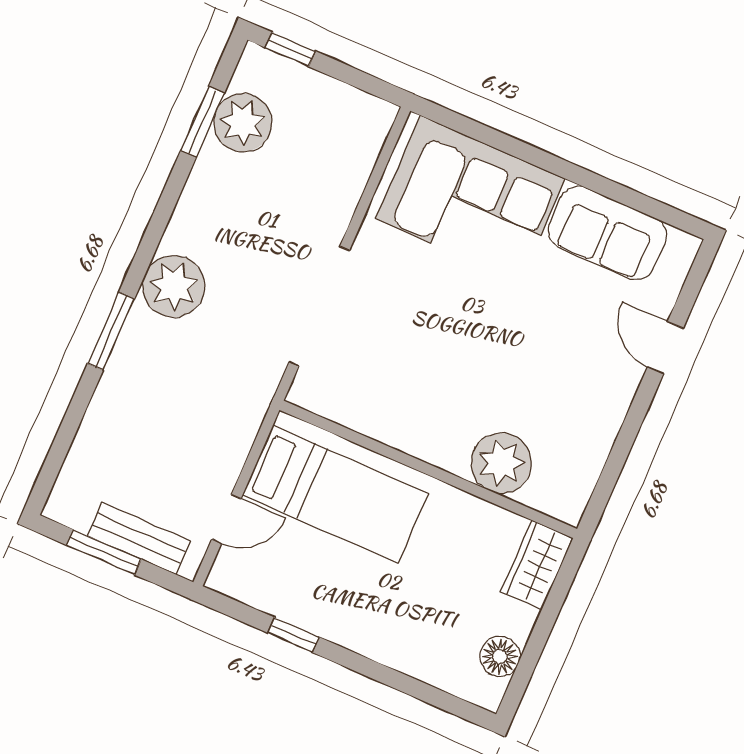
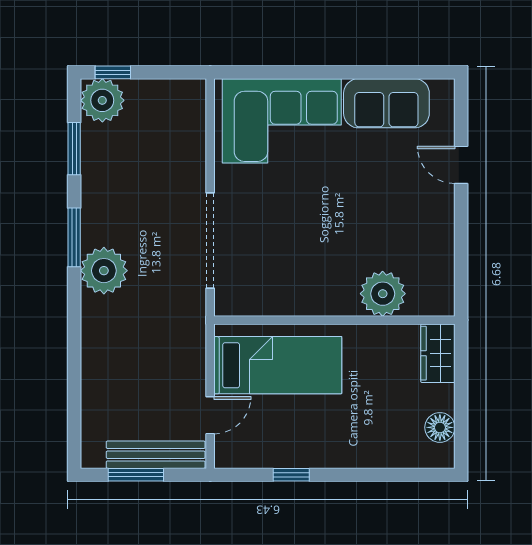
plant: (243, 123) -> (102, 100), moved
window: (111, 331) -> (74, 237), moved
bench: (139, 538) -> (156, 455), width x1.36

